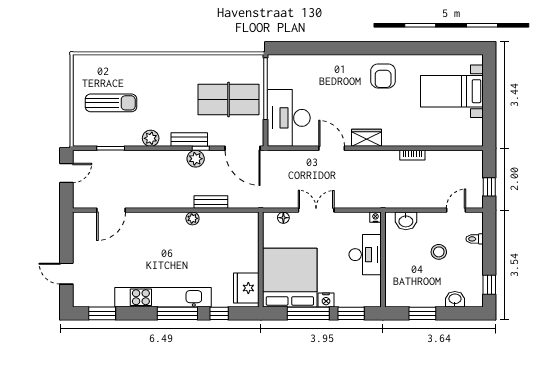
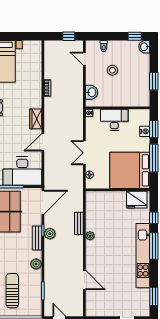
door: (111, 210) -> (84, 280), moved
washbasin: (455, 299) -> (144, 47), moved
nightstand: (326, 300) -> (145, 131), moved

